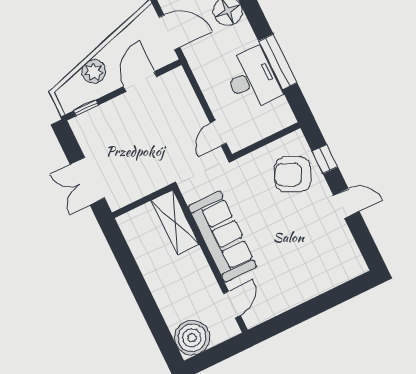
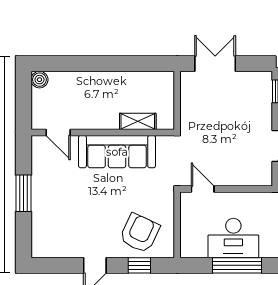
shelving: (175, 223) -> (138, 121), width x0.67, depth x0.75
window: (309, 309) -> (24, 193), added
boiler: (192, 338) -> (39, 80), width x0.54, depth x0.54

